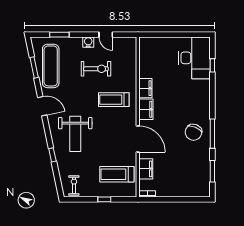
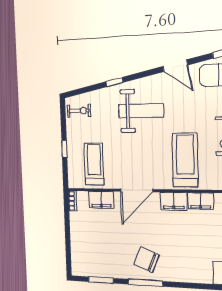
treadmill: (114, 100) -> (185, 160), width x1.37, depth x1.38
door: (42, 106) -> (175, 66), hinge flipped
weight bench: (75, 134) -> (141, 111), turned 180

